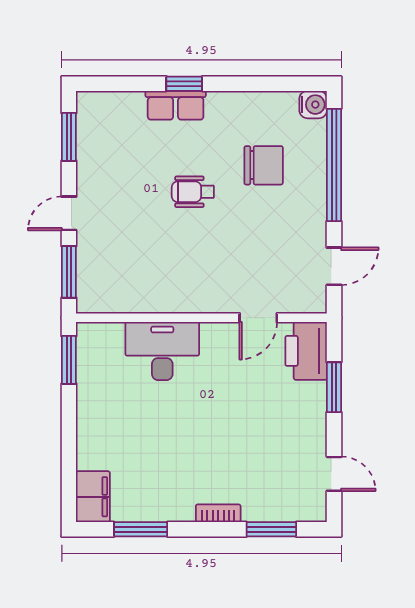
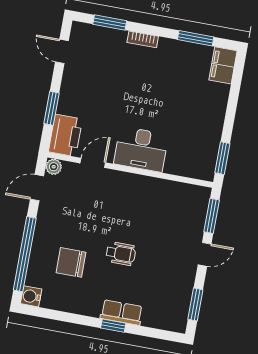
plant: (315, 302) -> (54, 167), added
desk: (162, 351) -> (141, 149), moved

